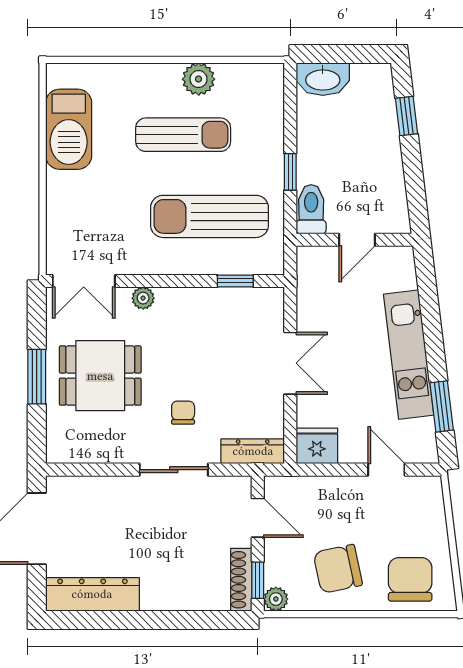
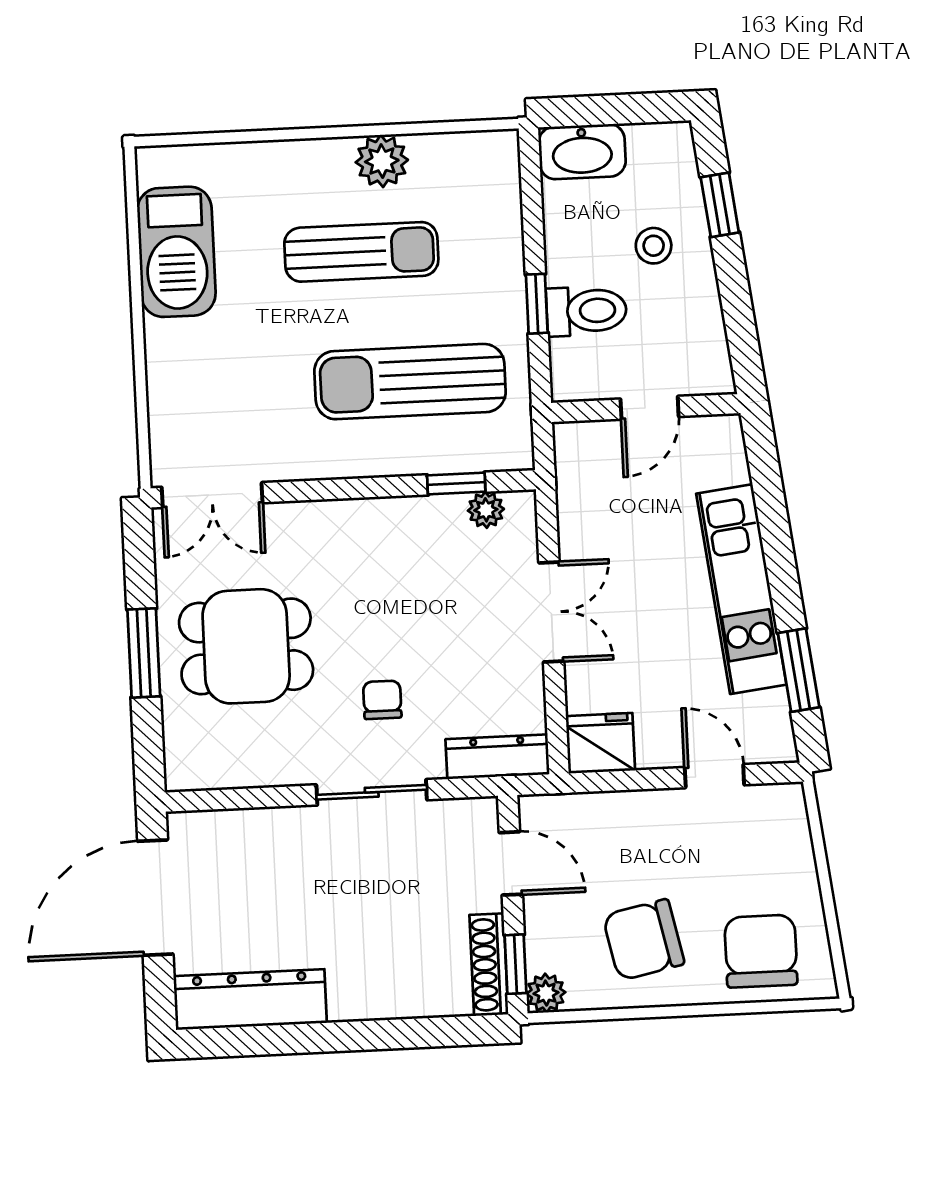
stool: (364, 139) -> (654, 246), added
toilet: (311, 209) -> (586, 311), moved, turned 90
plant: (143, 298) -> (486, 510), moved

